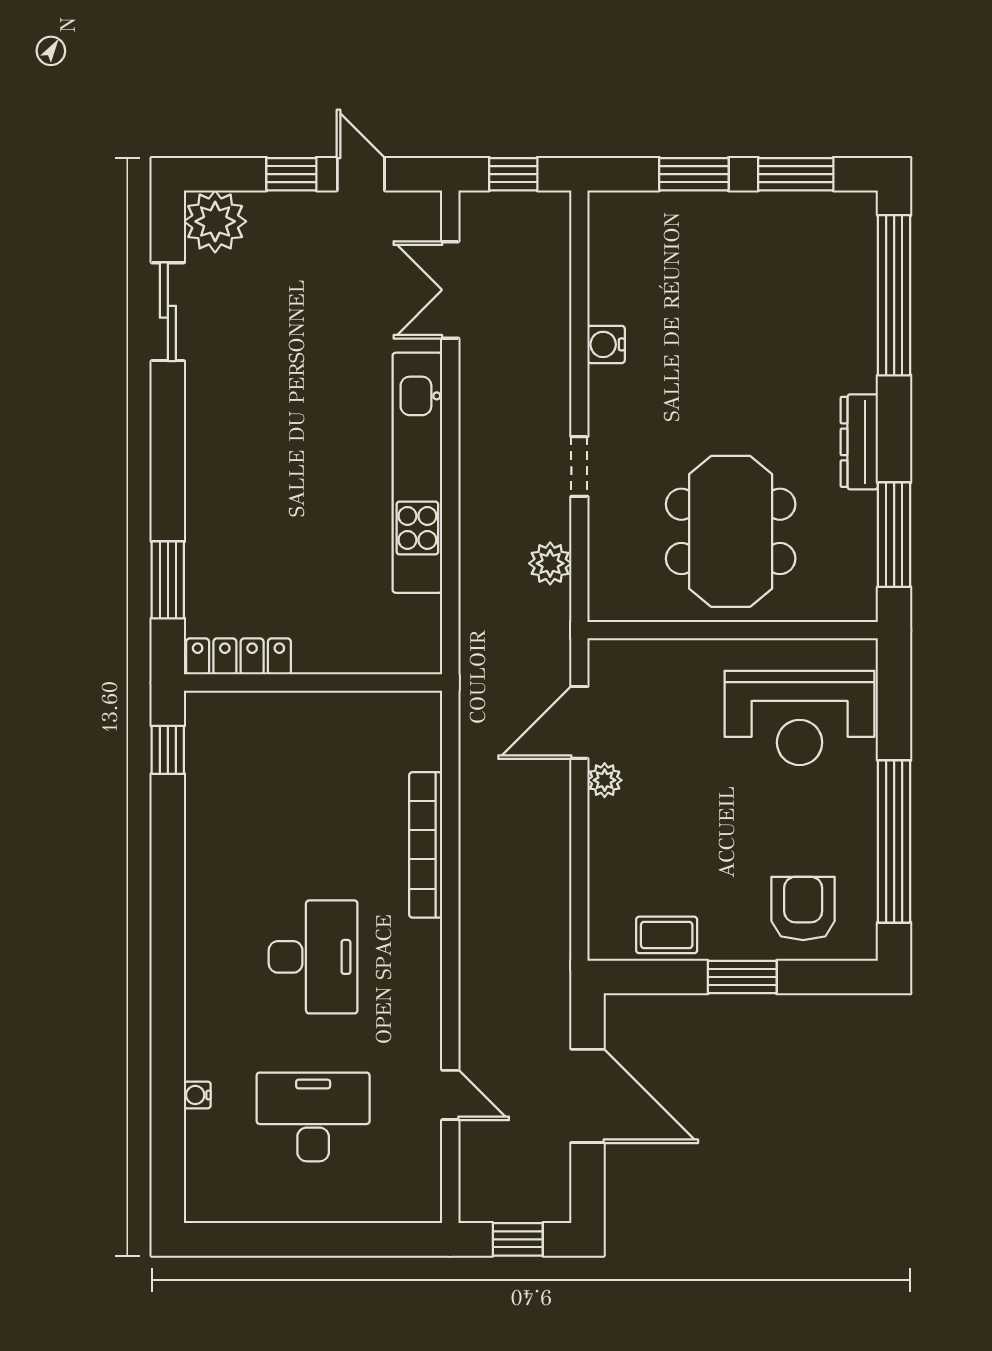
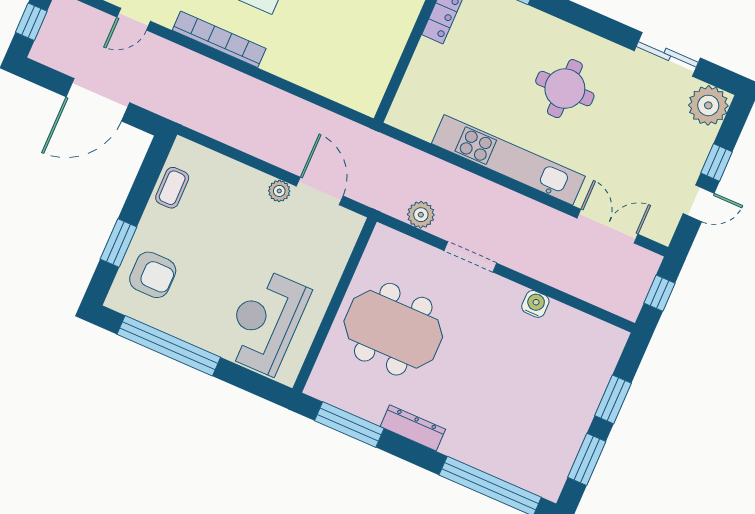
round table: (280, 437) -> (565, 89), added
doorway: (579, 466) -> (470, 257), width x1.38
bookcase: (426, 845) -> (219, 39), moved
window: (742, 977) -> (118, 243), moved

